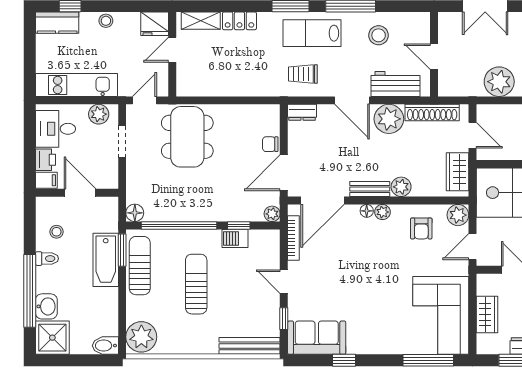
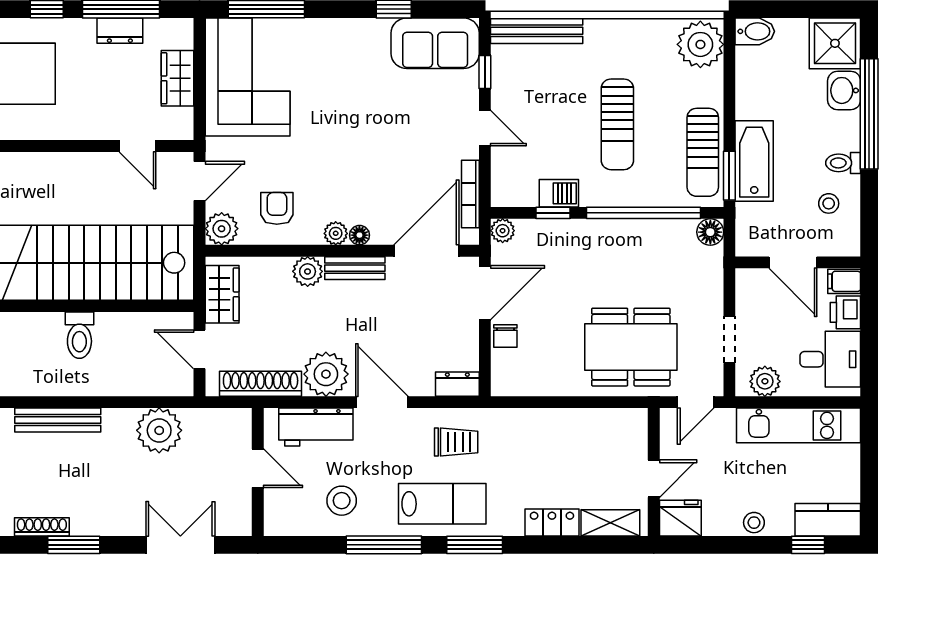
dining table: (187, 137) -> (631, 347), turned 90
chair: (270, 144) -> (505, 336), turned 90

